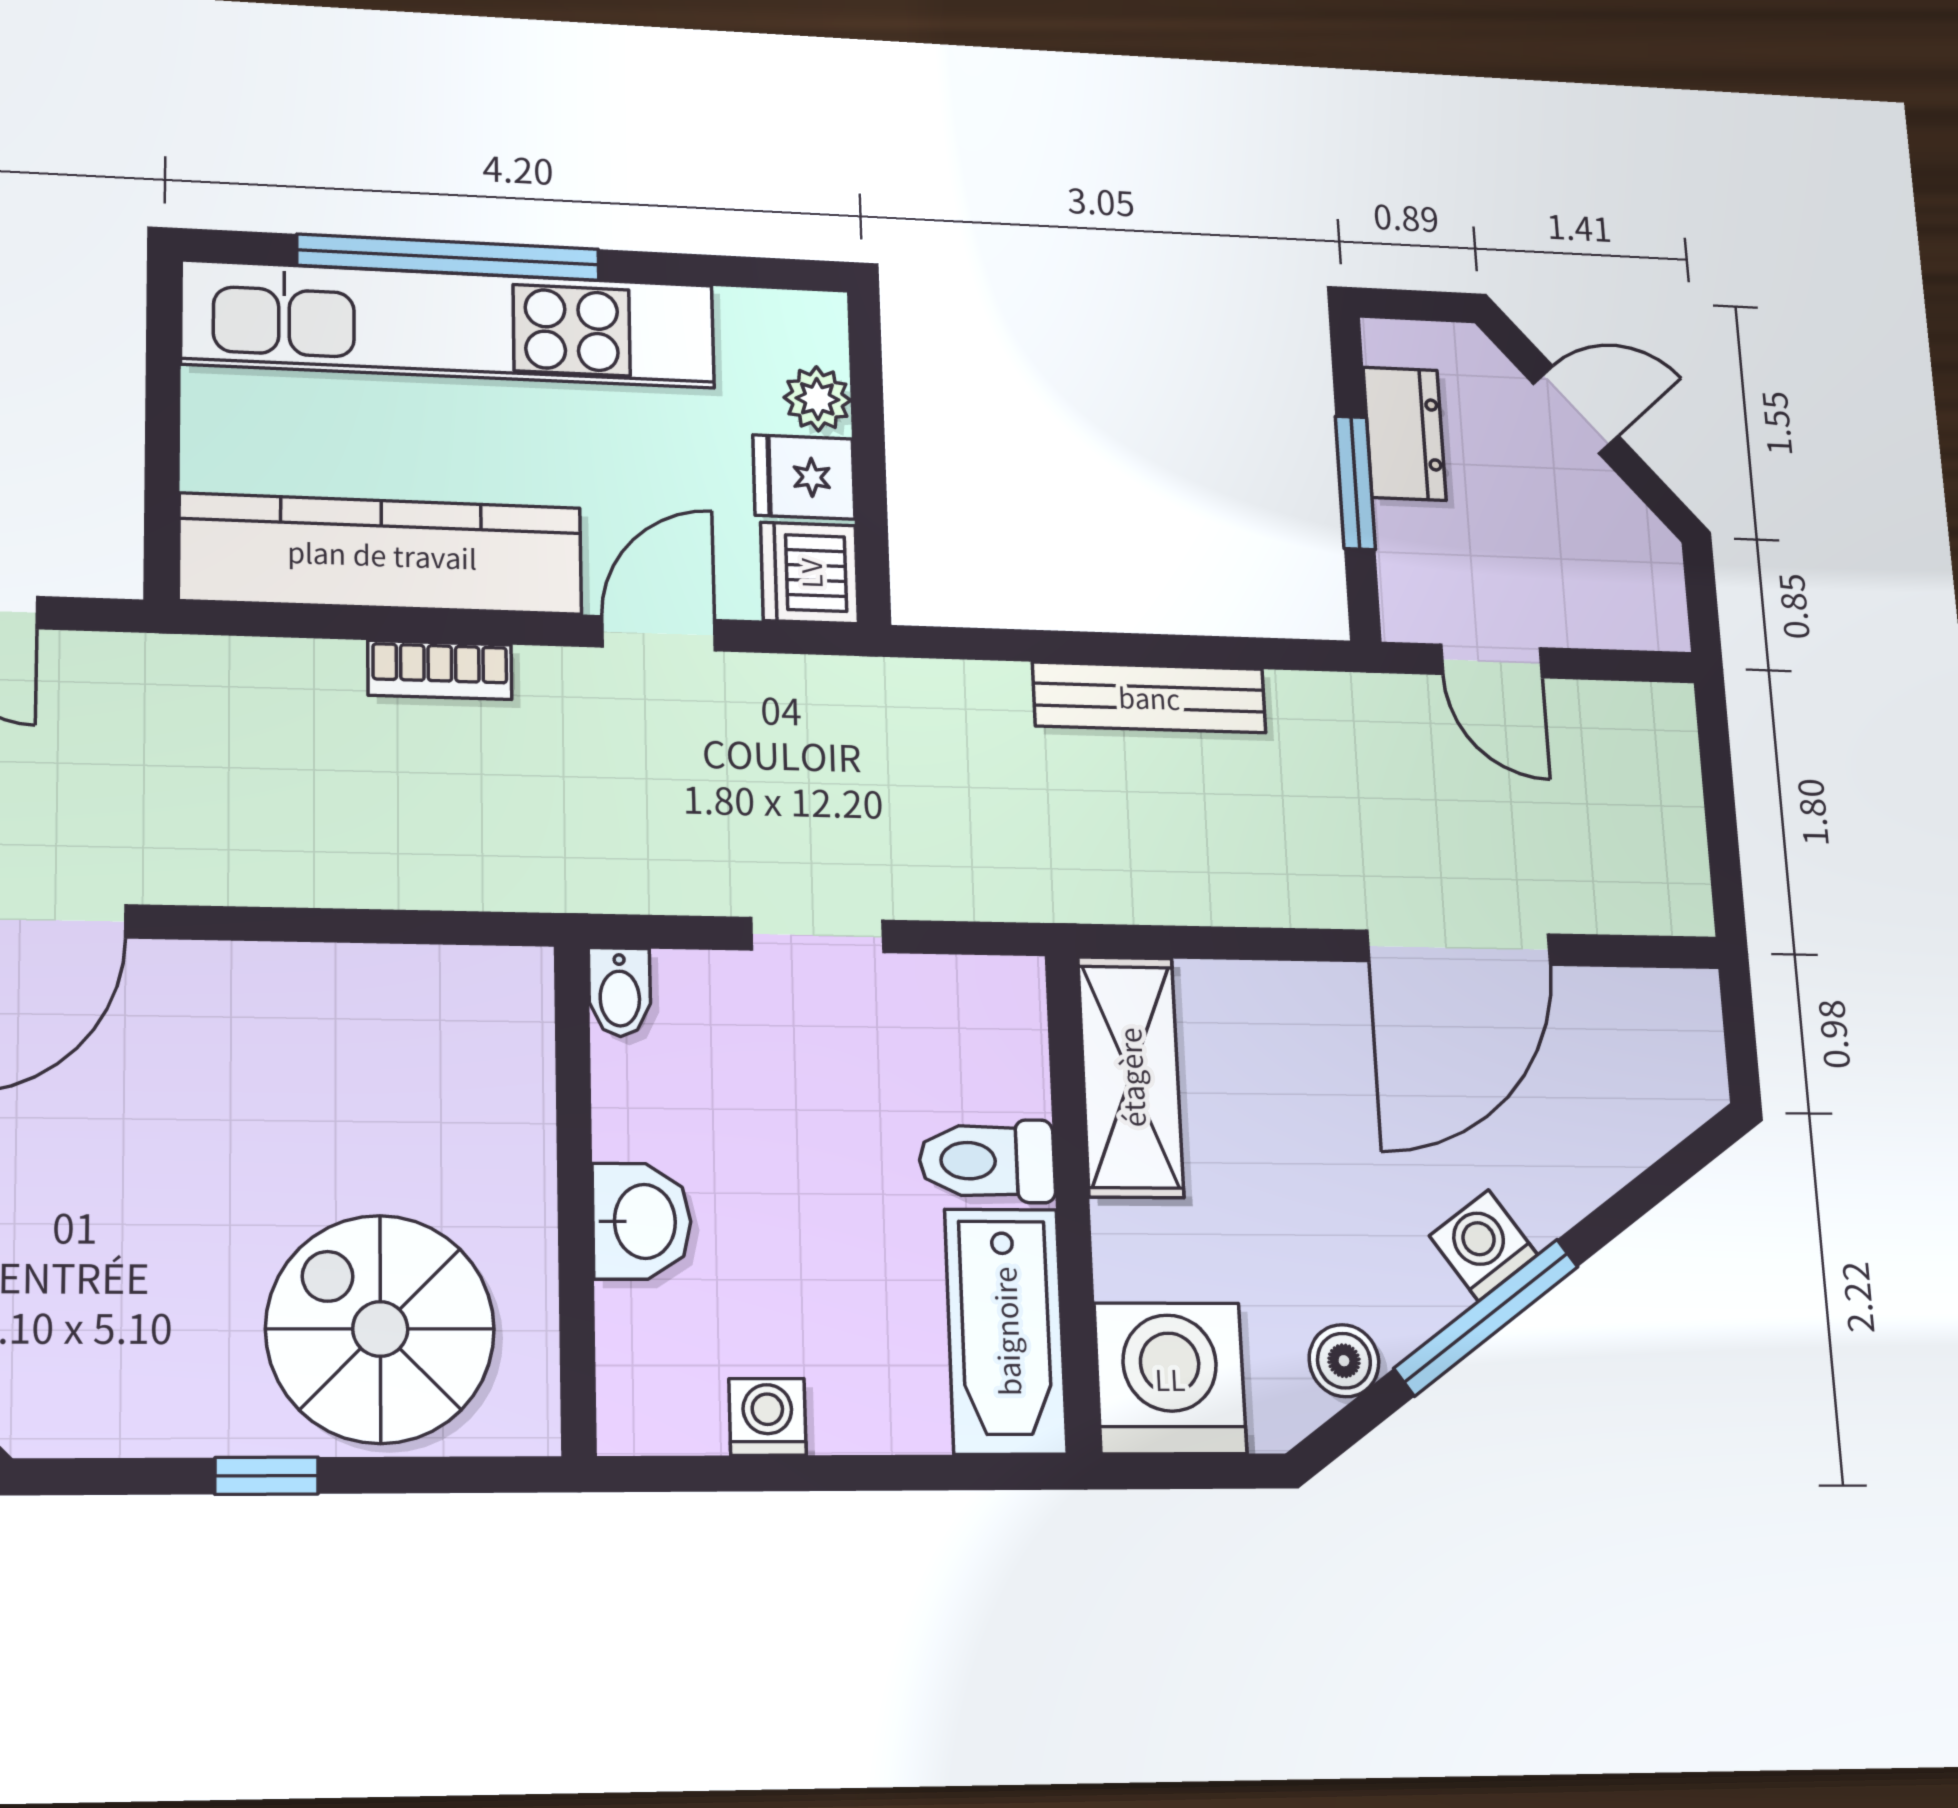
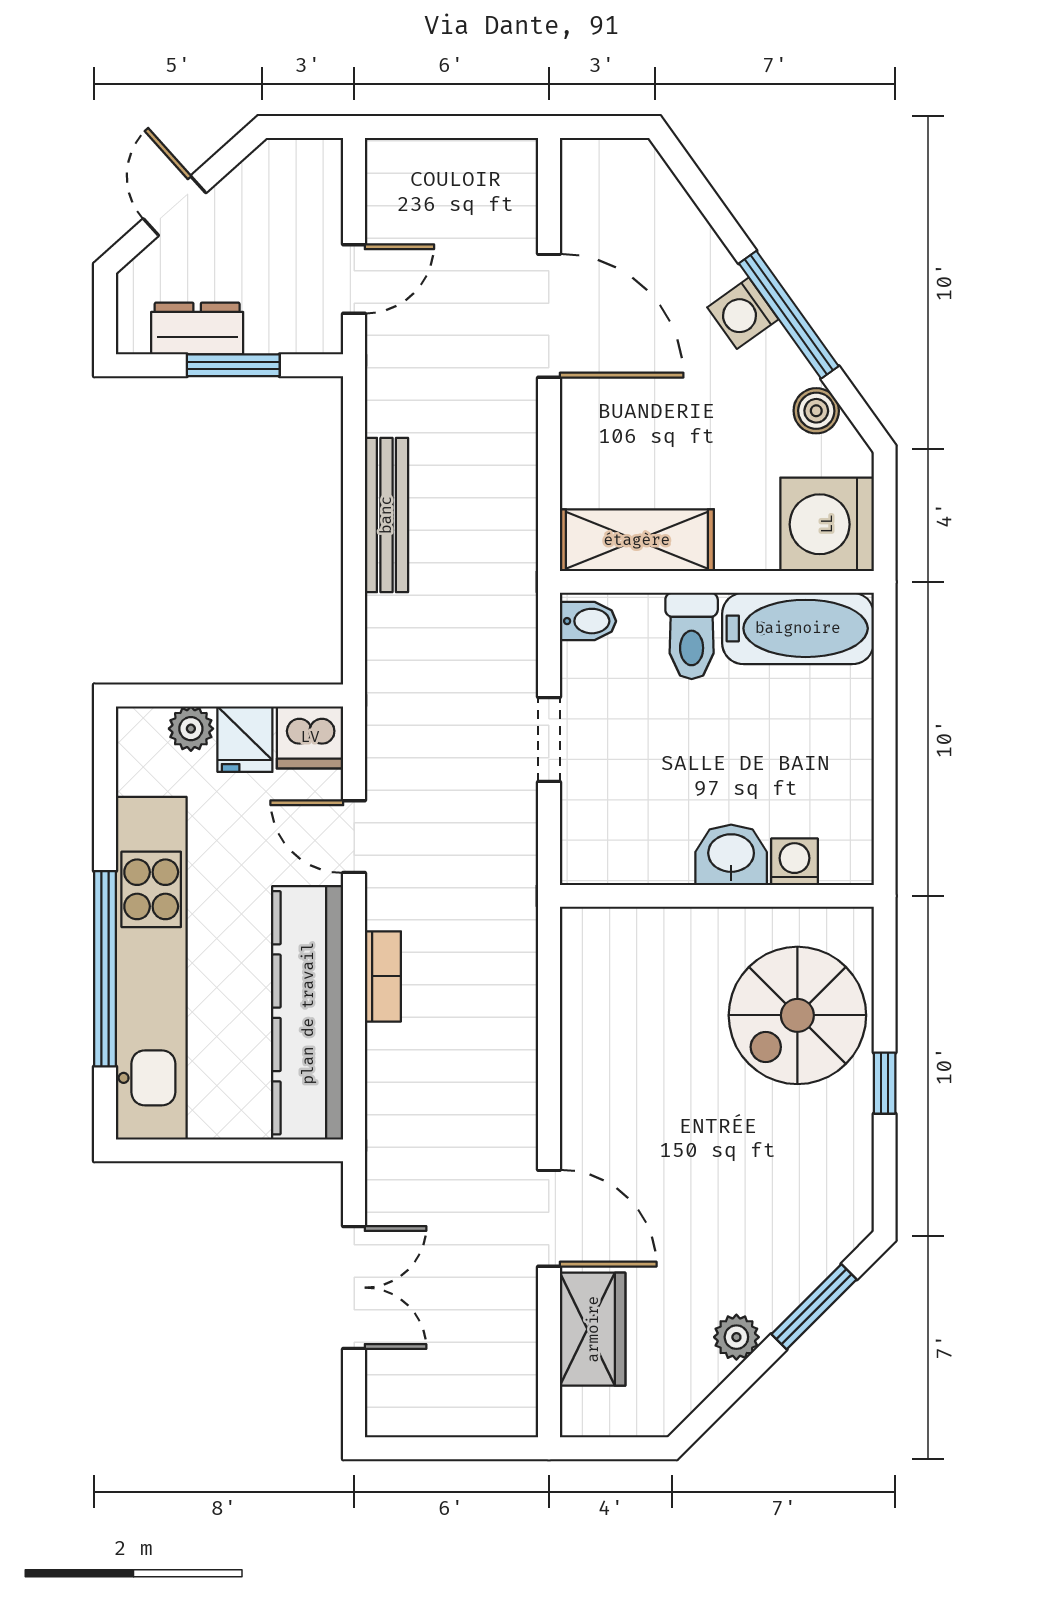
bidet: (620, 992) -> (588, 621), moved
washing machine: (768, 1417) -> (794, 862), moved, turned 90

